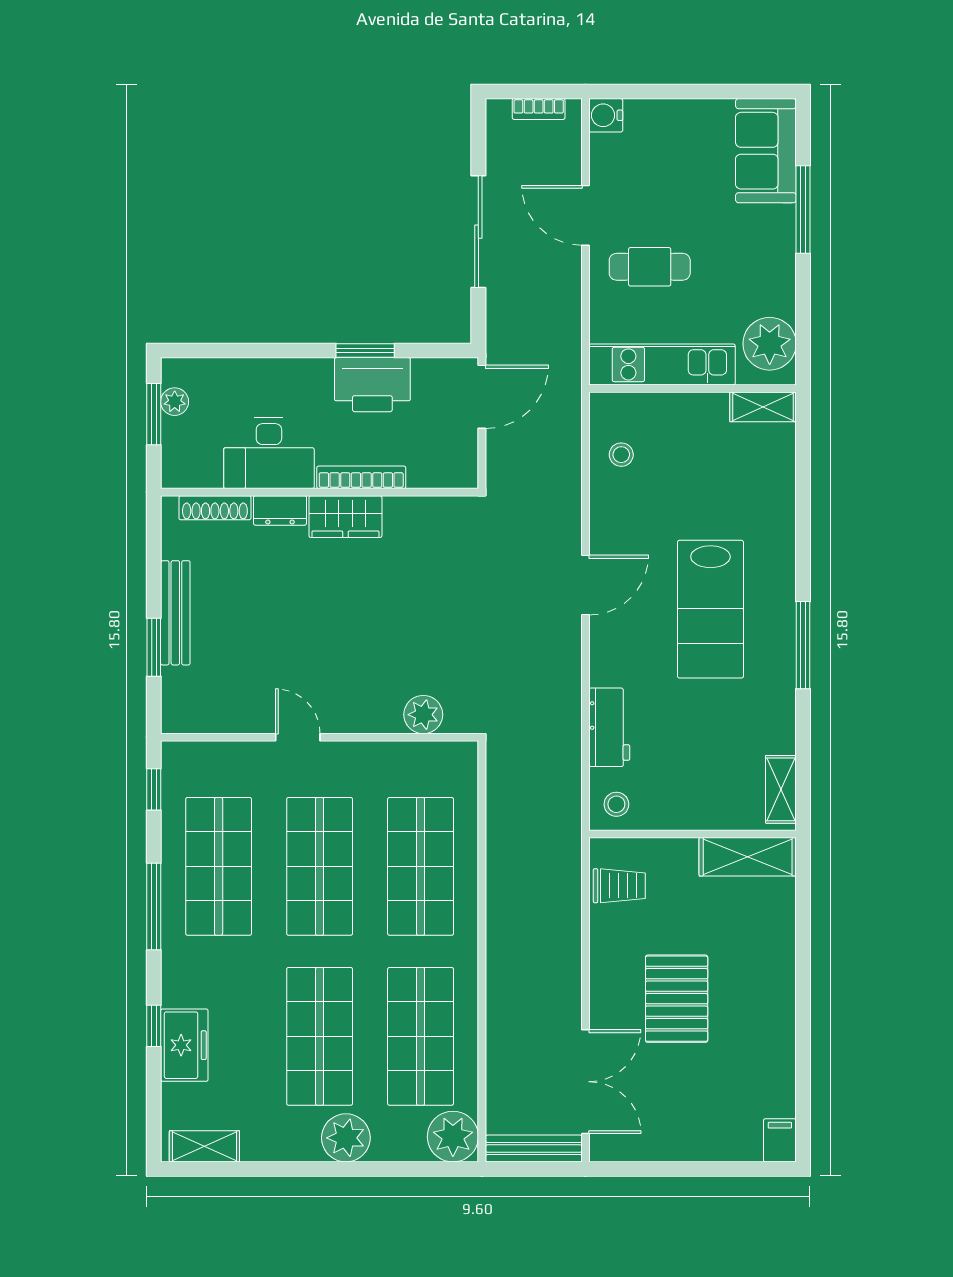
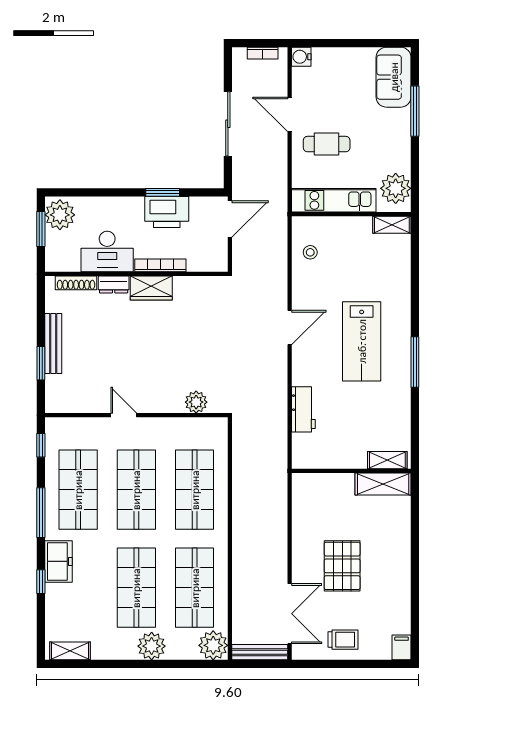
plant: (175, 402) -> (60, 215), width x1.87, depth x1.87
shelving: (781, 789) -> (387, 460), moved, turned 90
stool: (616, 804) -> (307, 454), removed
trolley: (619, 886) -> (343, 640), moved
freezer: (184, 1045) -> (58, 561), moved

